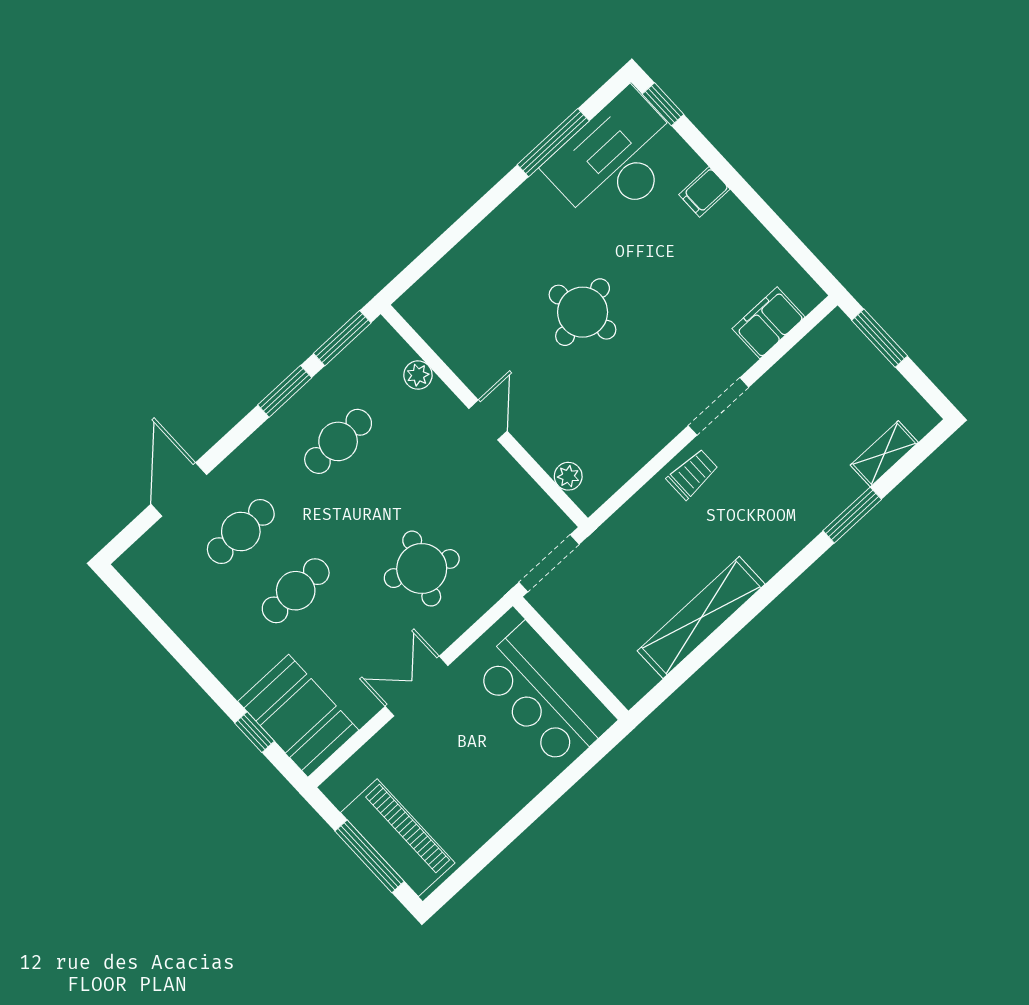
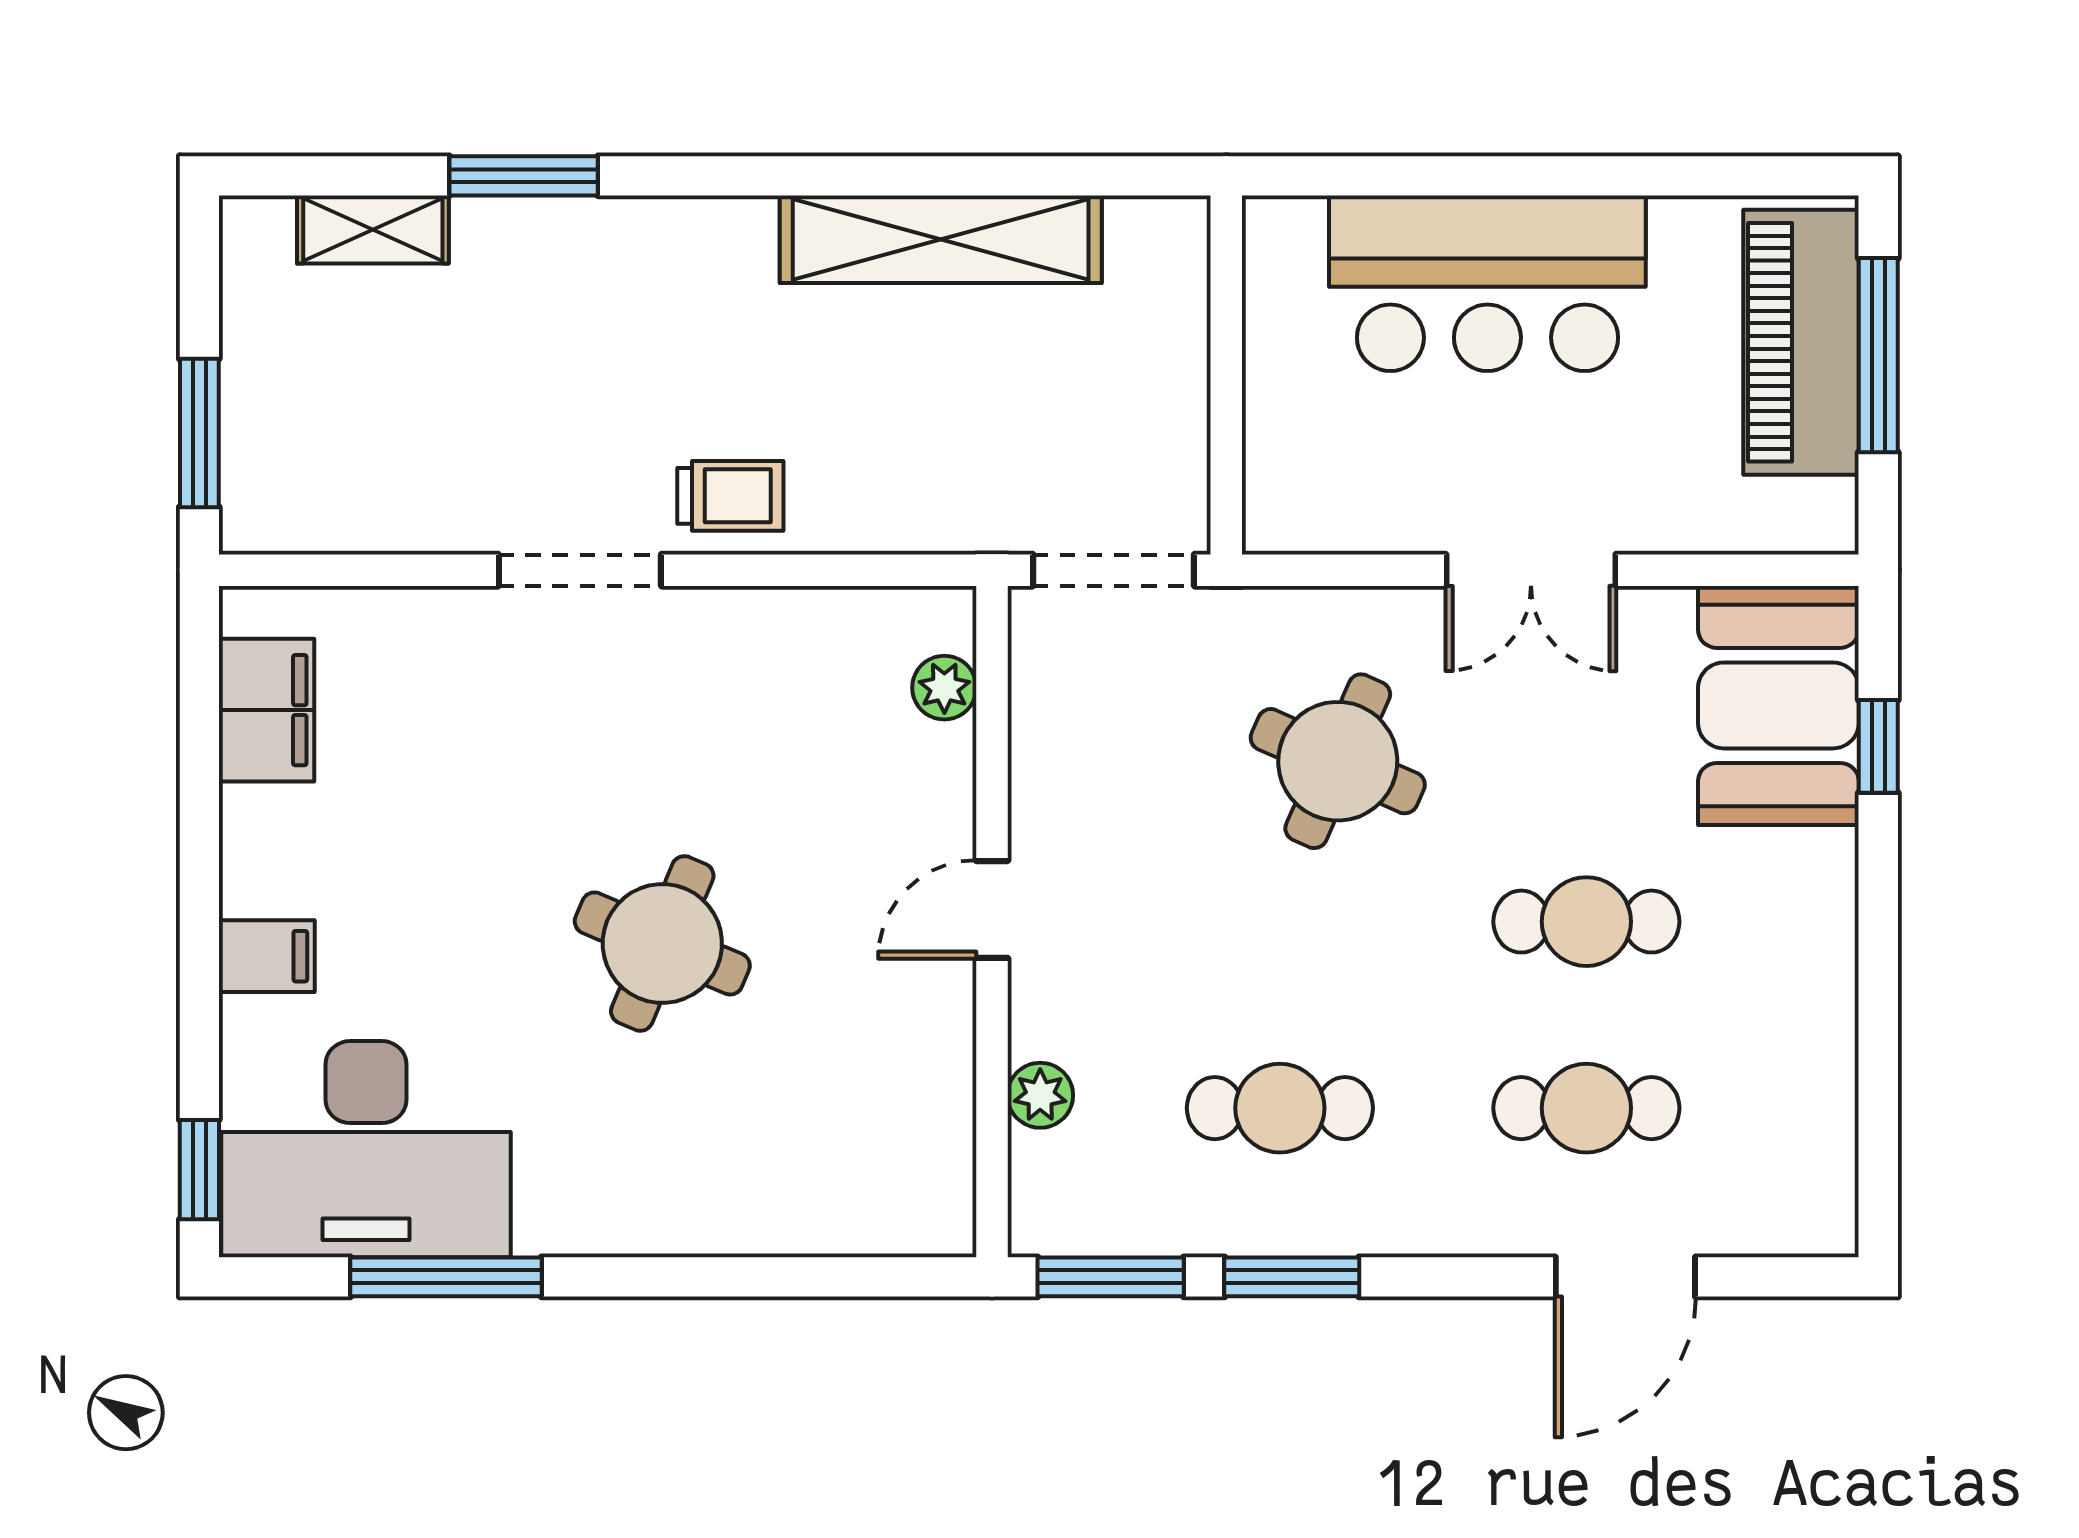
round table: (583, 312) -> (662, 943), turned 34
filing cabinet: (769, 323) -> (266, 710), moved, turned -90
trolley: (693, 474) -> (730, 496), turned 180
bar counter: (544, 696) -> (1487, 283), moved, turned 90

